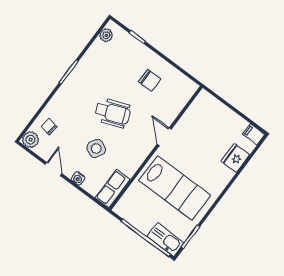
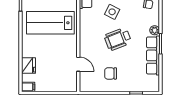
plant: (106, 35) -> (155, 30), moved
row of seats: (87, 65) -> (153, 55), added
door: (164, 137) -> (78, 64), moved

